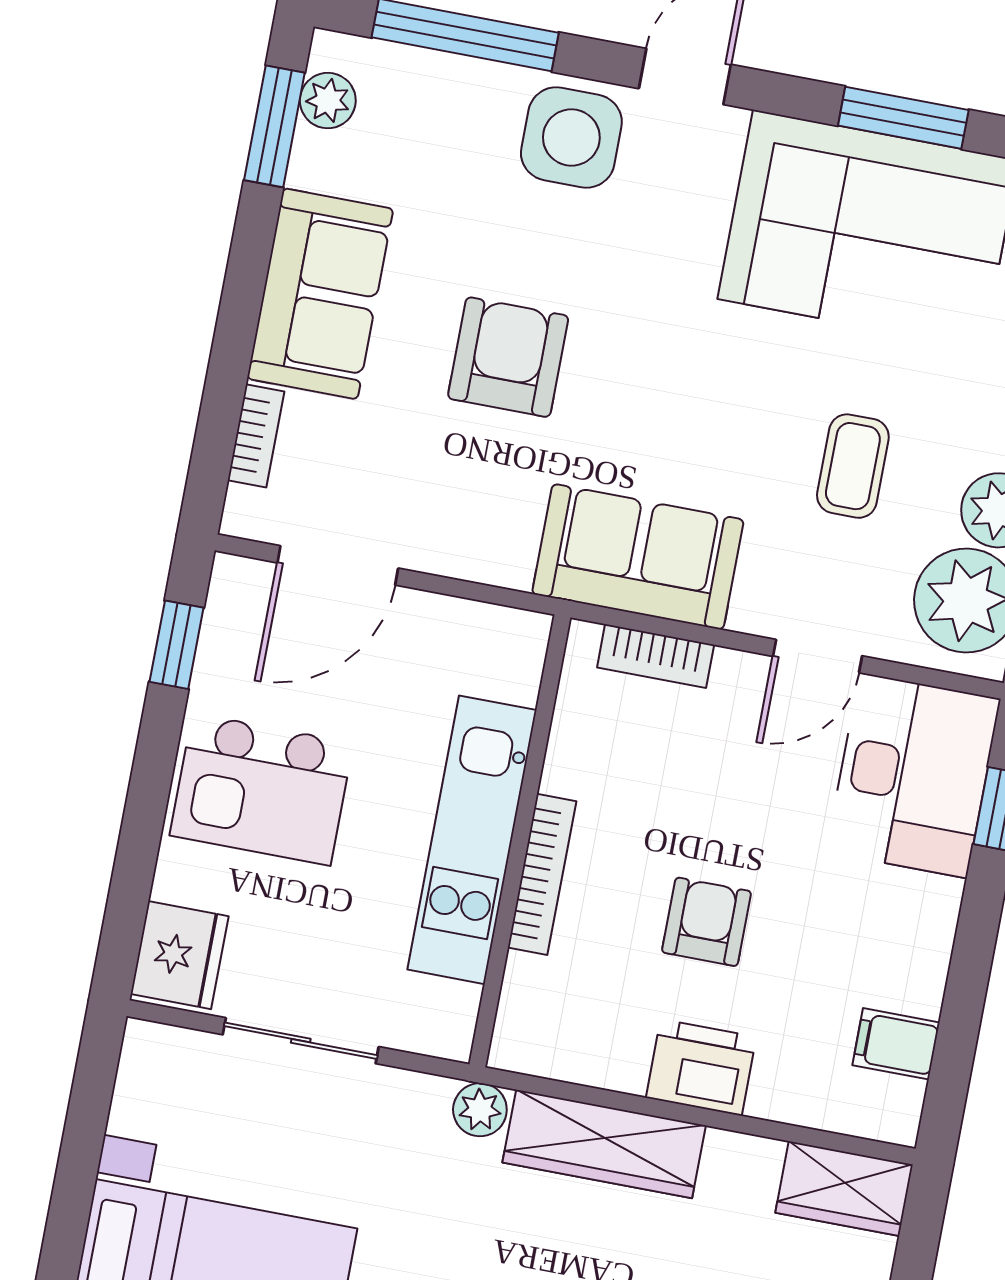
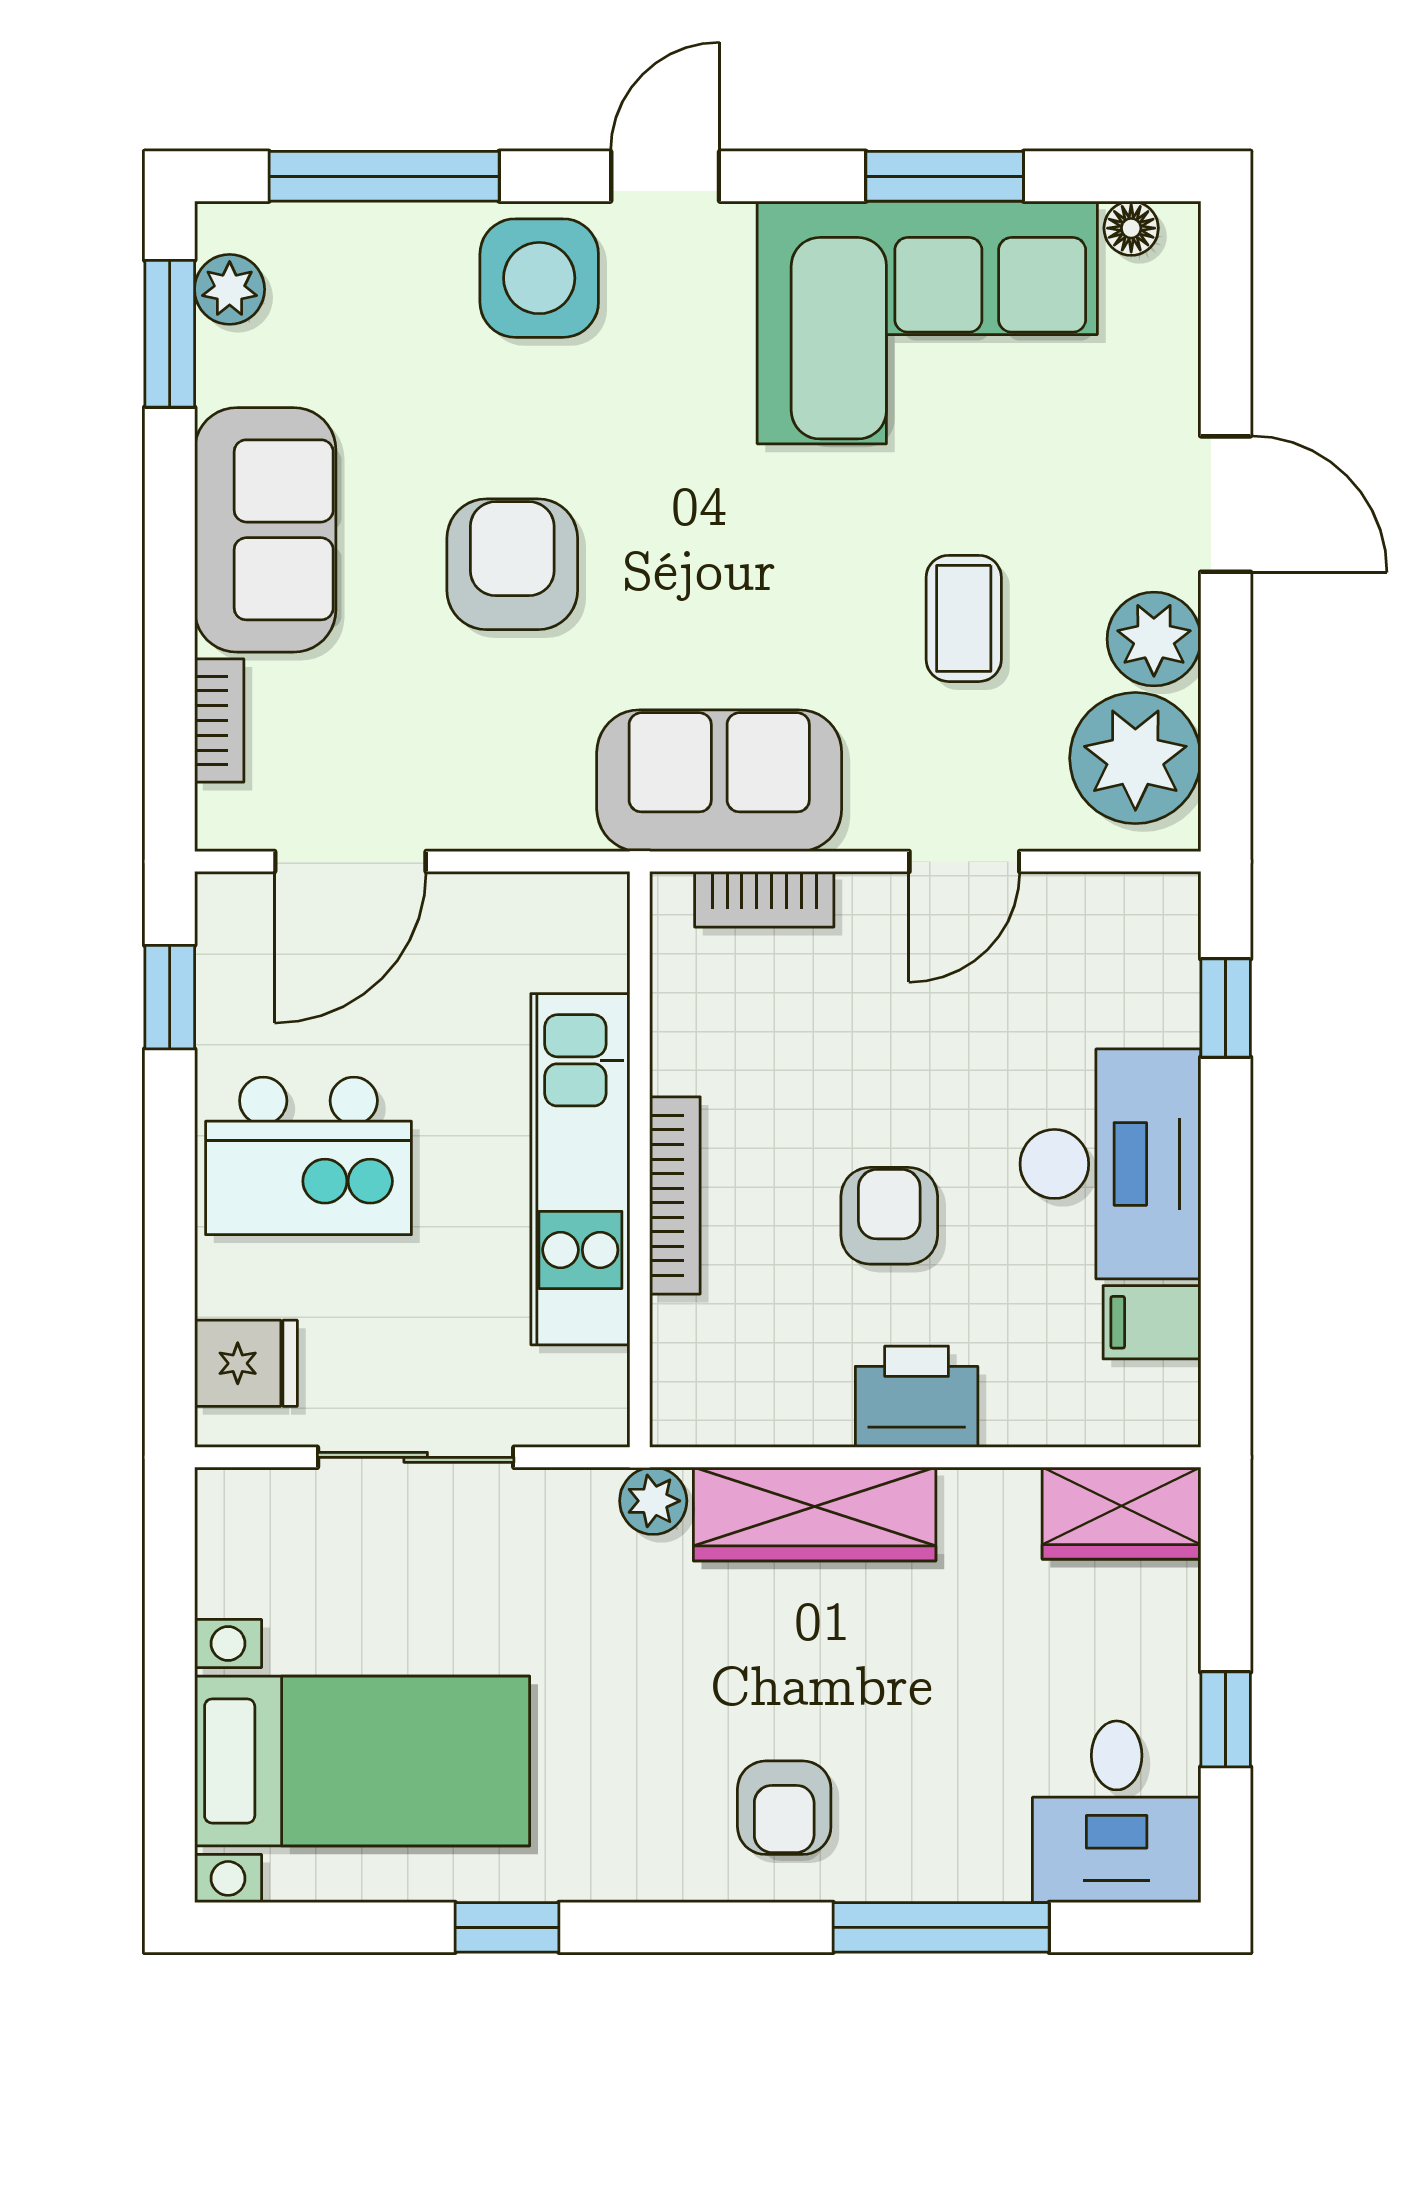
desk: (913, 775) -> (1110, 1164), moved
fridge: (180, 955) -> (246, 1363), width x0.72

